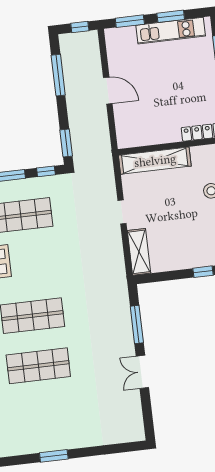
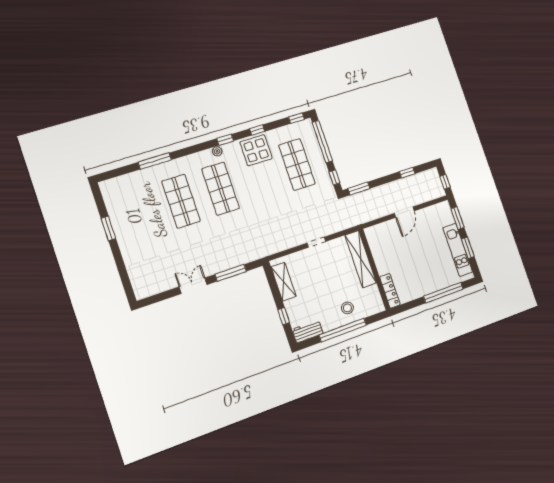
window: (58, 75) -> (407, 173), width x0.46
shelving: (139, 252) -> (284, 282), moved, turned 90

